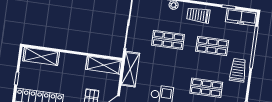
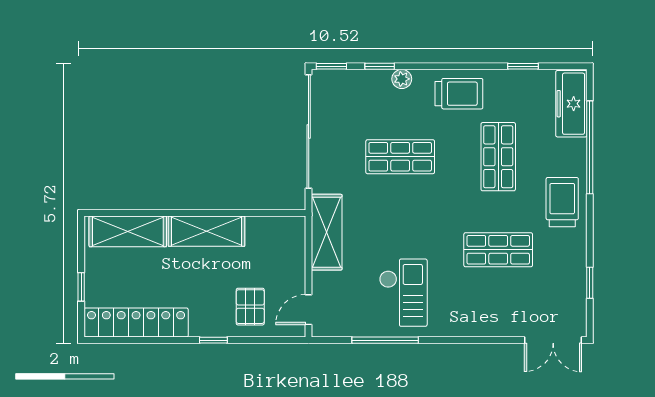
trolley: (198, 15) -> (459, 94), turned 180
freezer: (241, 17) -> (571, 104), moved, turned 90
shop shelf: (212, 46) -> (498, 157), turned 90
shelving: (104, 65) -> (207, 231), moved

